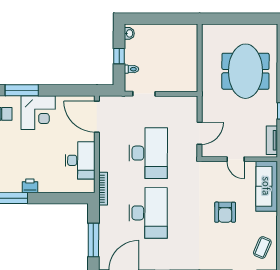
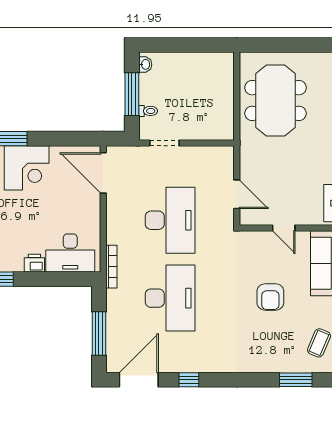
window: (119, 56) -> (132, 94), width x2.17
meeting table: (245, 71) -> (276, 101), moved
door: (199, 133) -> (237, 194), hinge flipped
desk: (80, 160) -> (70, 253), moved, turned 90
printer: (30, 186) -> (34, 263), moved

